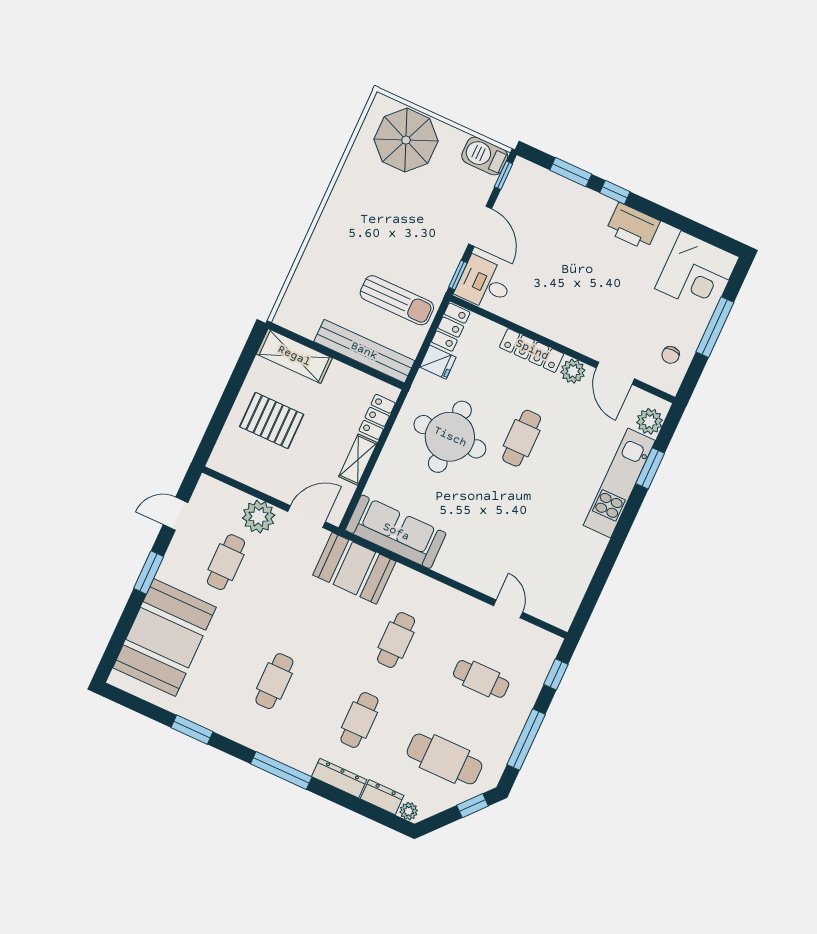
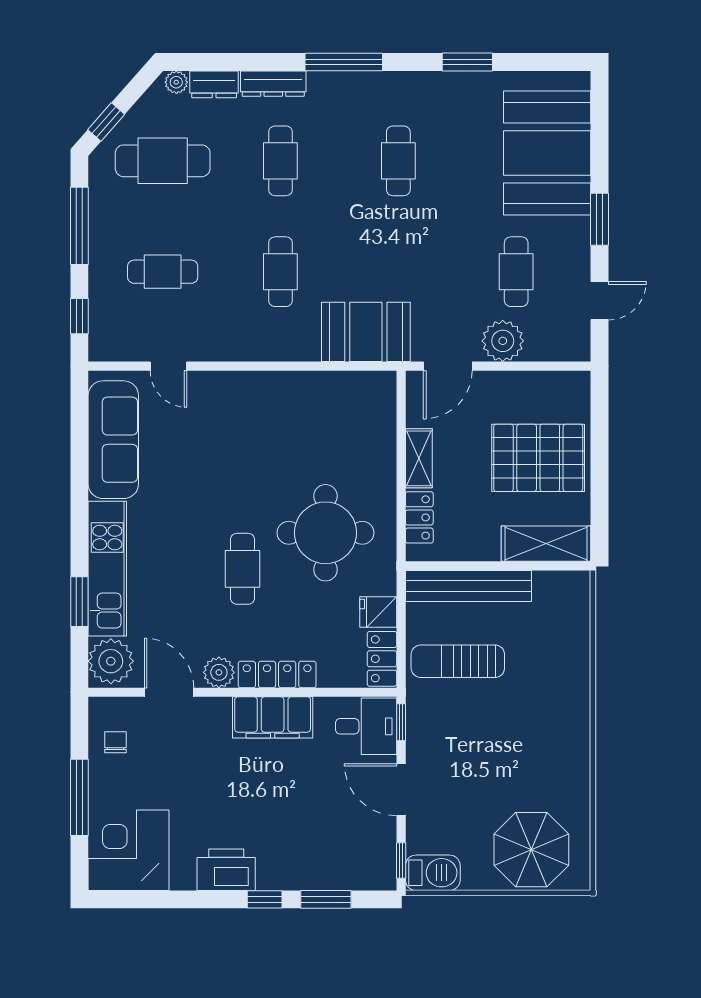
filing cabinet: (549, 321) -> (273, 717), added
pallet: (272, 421) -> (538, 458), width x1.37, depth x1.41
plant: (650, 421) -> (111, 661), width x1.36, depth x1.36
sofa: (396, 532) -> (113, 440), moved, turned -90

